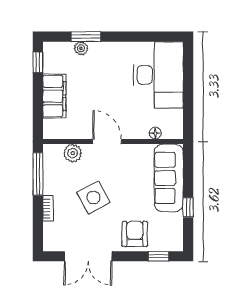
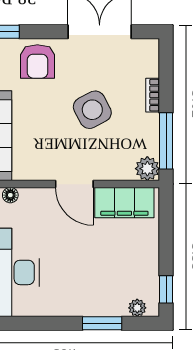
plant: (81, 48) -> (137, 308), moved
filing cabinet: (54, 96) -> (124, 203), moved, turned -90
plant: (73, 153) -> (147, 169), moved

